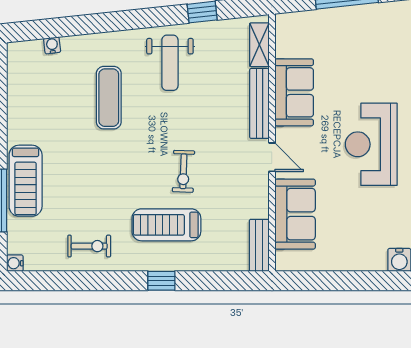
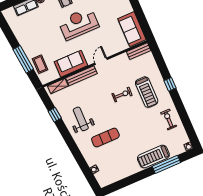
coffee table: (321, 27) -> (40, 64), added
weight bench: (170, 63) -> (81, 119), turned -90
reception desk: (371, 144) -> (79, 24), turned 180
treadmill: (26, 181) -> (153, 156), turned 180
sofa: (295, 214) -> (132, 29), moved, turned -90

